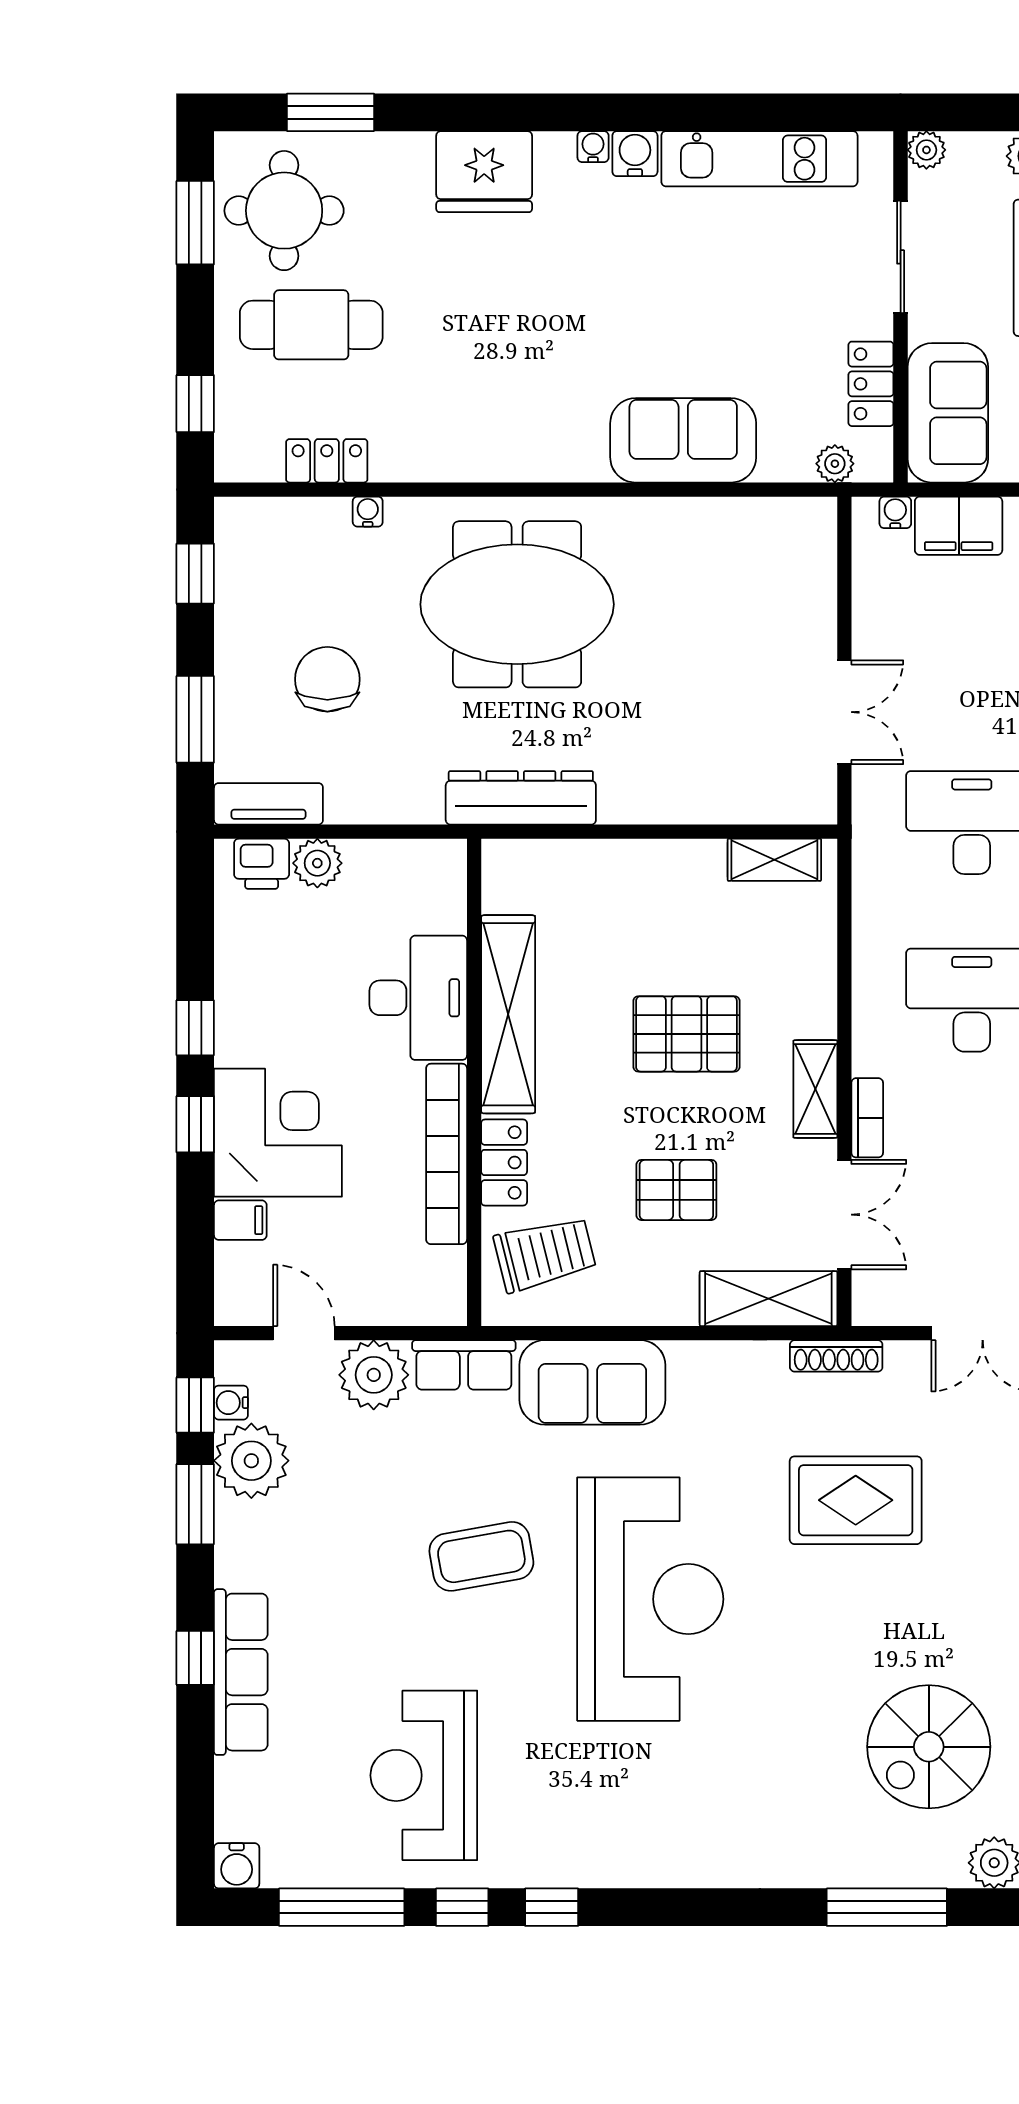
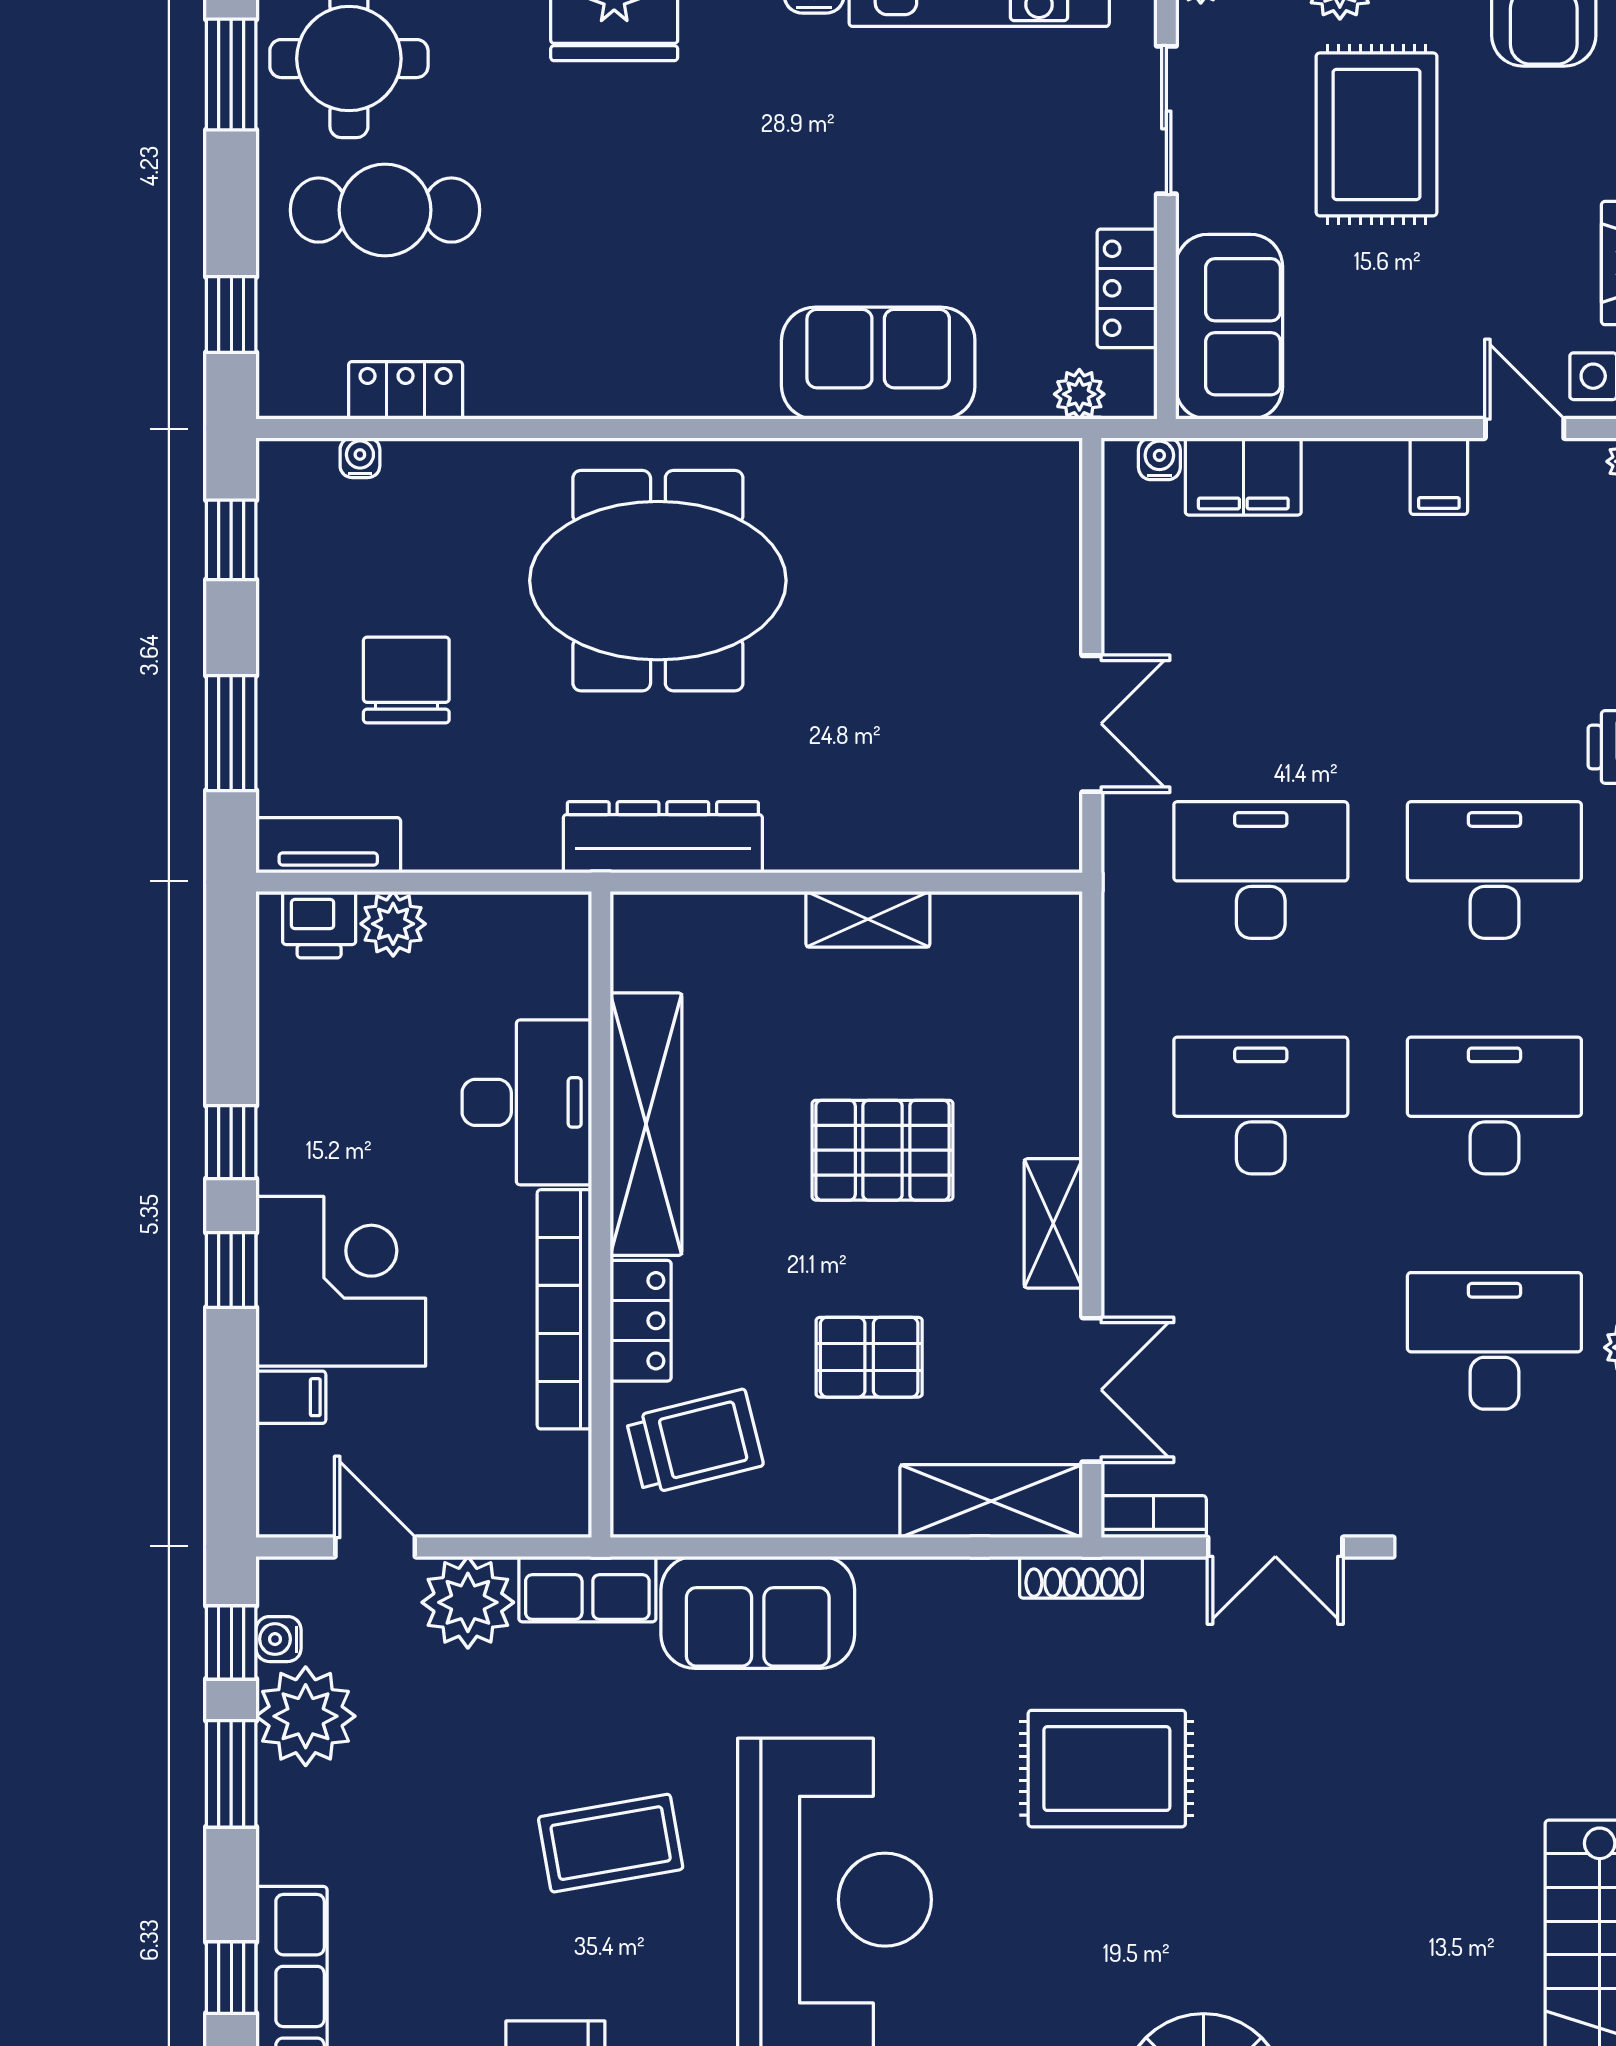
water cooler: (368, 512) -> (360, 458), moved
shelving: (774, 860) -> (868, 919), moved
bookcase: (867, 1118) -> (1154, 1517), moved, turned -90

